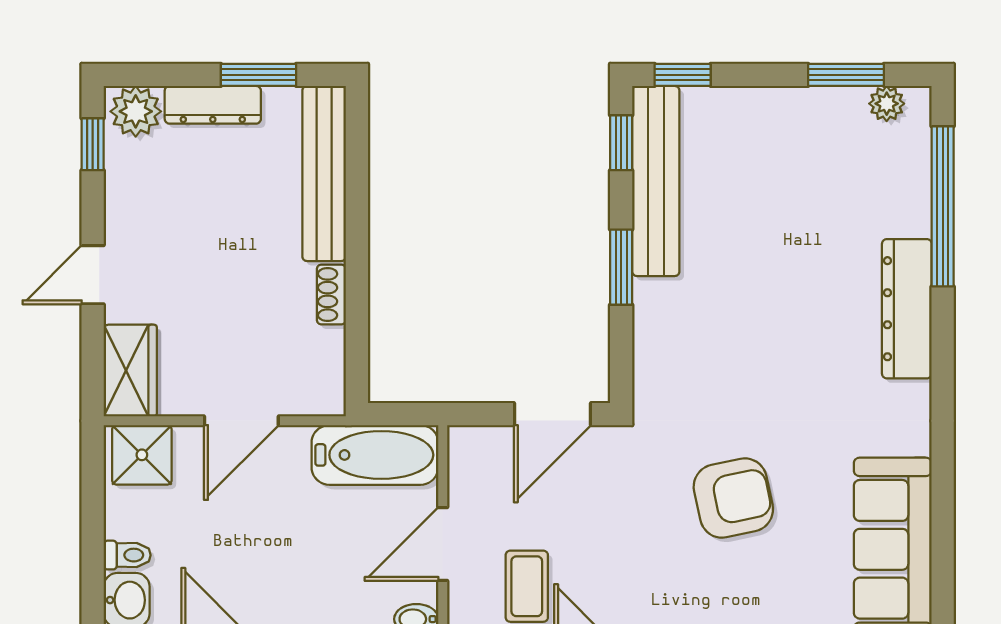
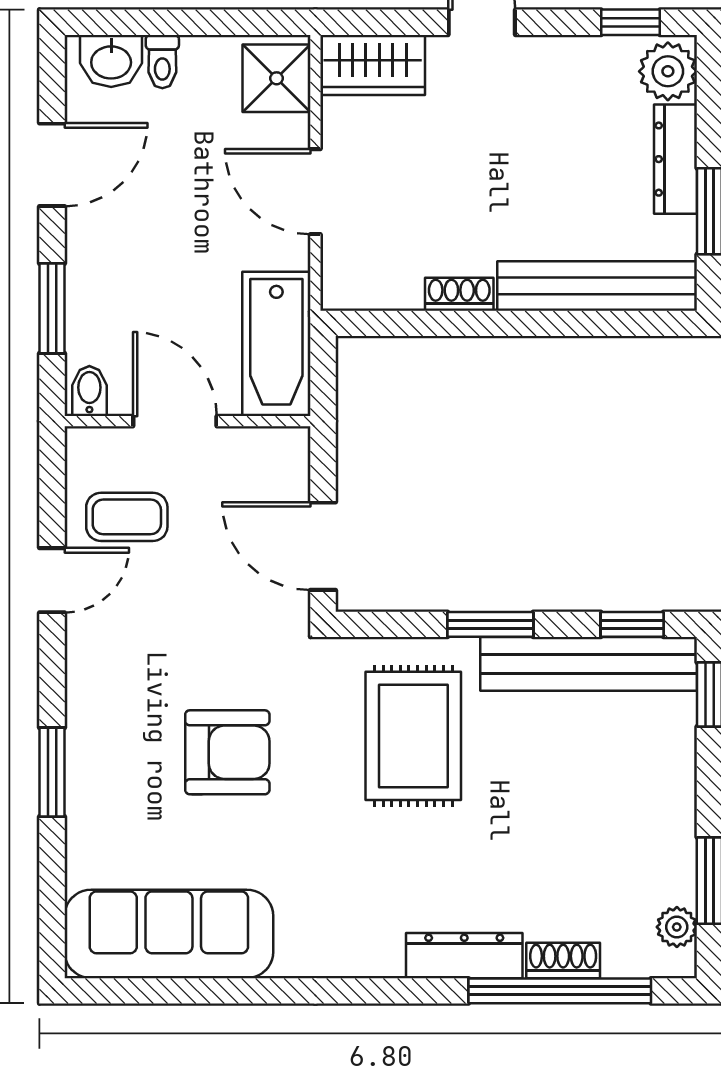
shoe rack: (916, 203) -> (563, 960), added
dresser: (907, 309) -> (464, 956), width x0.73, depth x0.80
rug: (719, 335) -> (413, 736), added
armchair: (733, 498) -> (227, 752), turned -78

